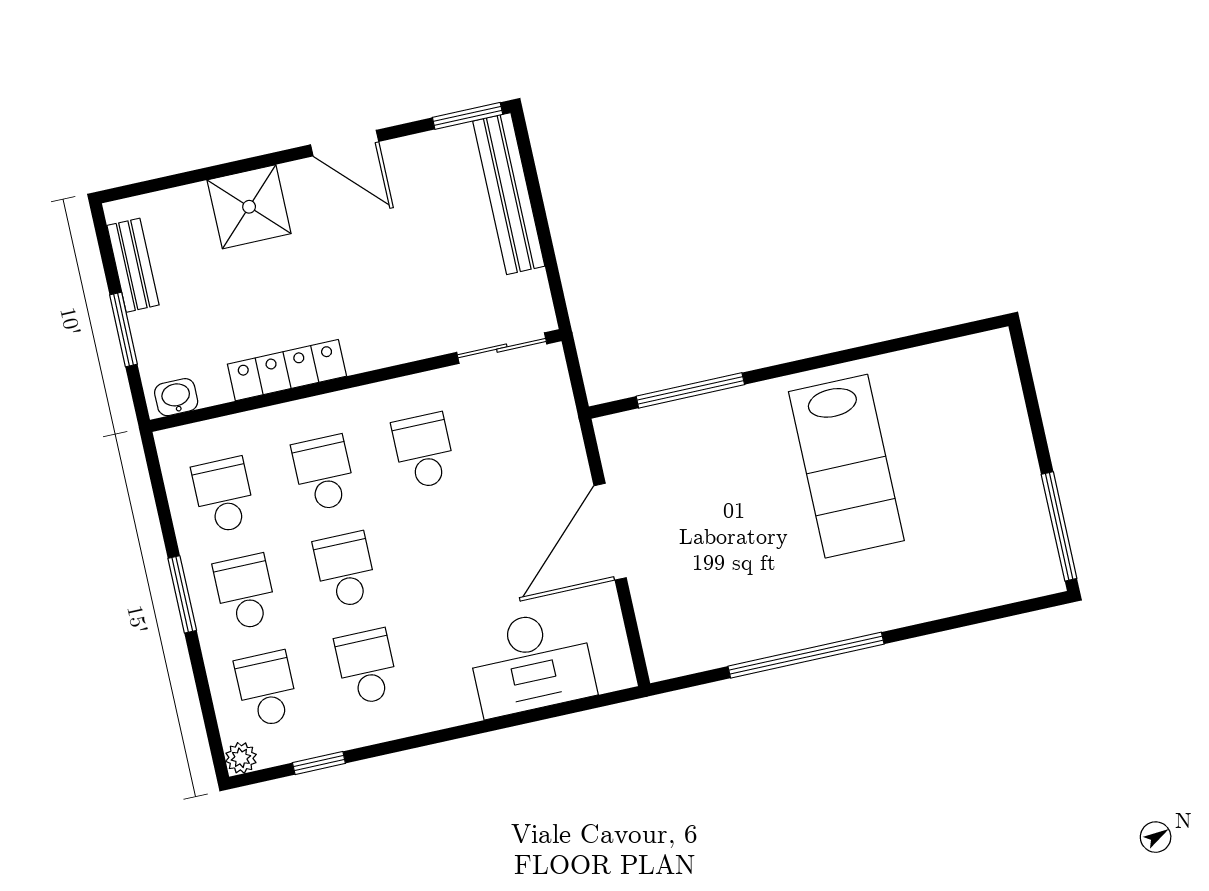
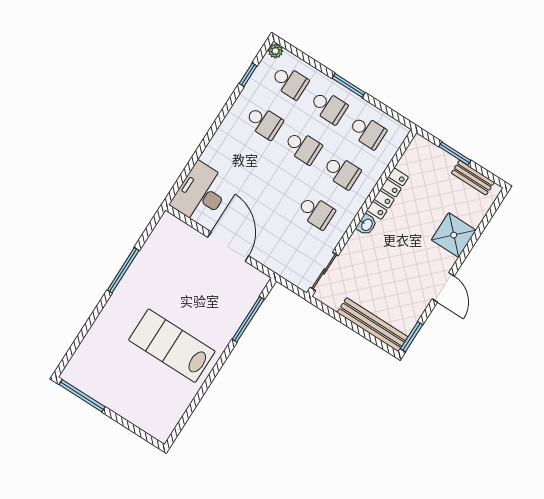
door: (345, 143) -> (443, 287), swing flipped
washbasin: (176, 397) -> (367, 225), moved
window: (806, 655) -> (123, 270), width x0.68
desk: (531, 663) -> (201, 193), moved

